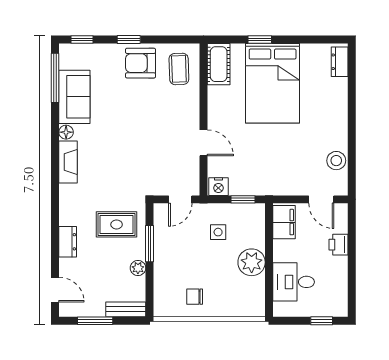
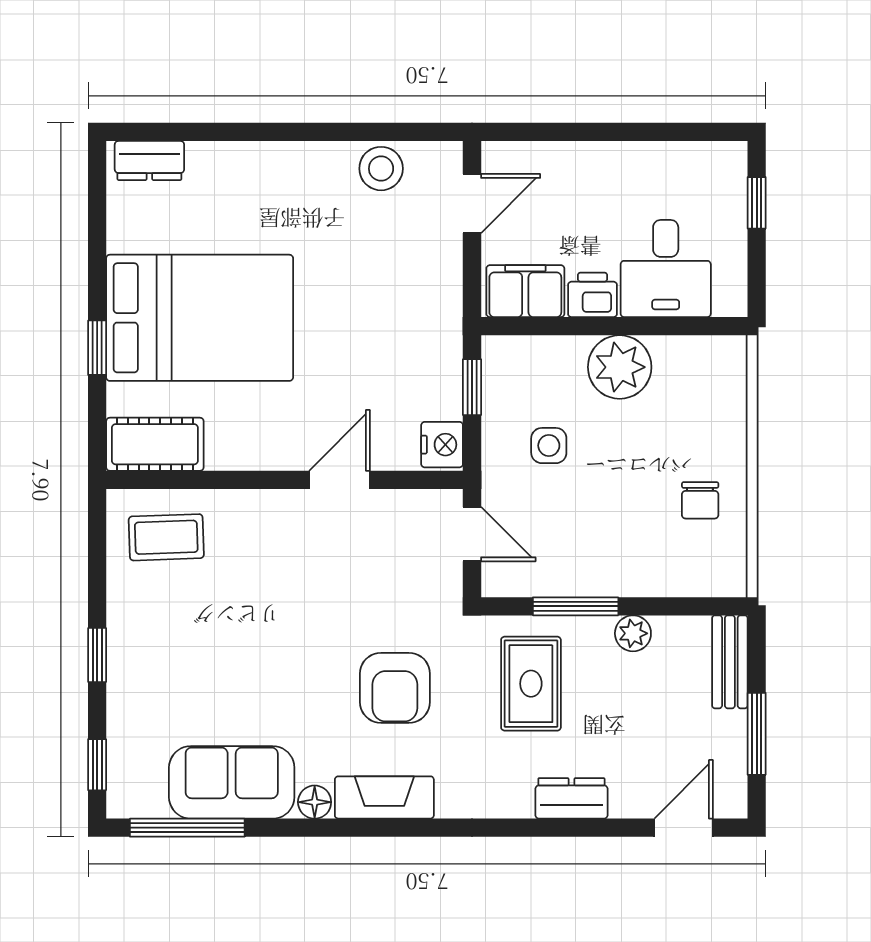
armchair: (140, 63) -> (395, 688), moved
printer: (338, 245) -> (592, 295), moved, turned 180

